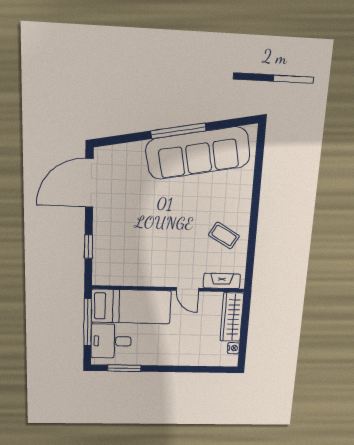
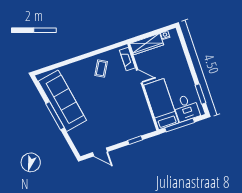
door: (89, 183) -> (100, 152), width x0.53
door: (187, 289) -> (139, 76), hinge flipped

